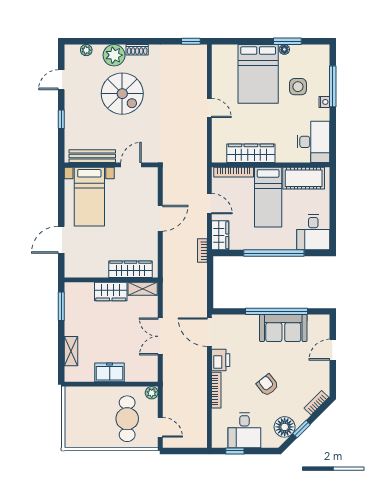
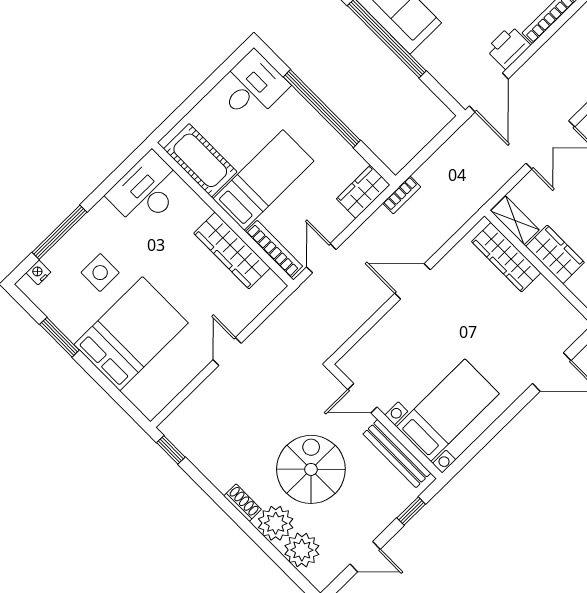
floor lamp: (284, 49) -> (72, 331), removed
plant: (86, 50) -> (302, 550), width x1.88, depth x1.88
nightstand: (324, 102) -> (38, 272), moved
bench: (92, 156) -> (397, 454), moved
wall: (111, 165) -> (385, 421), moved
door: (131, 165) -> (362, 398), moved
bed with nightstands: (89, 197) -> (448, 410), moved
door: (209, 204) -> (321, 258), moved

